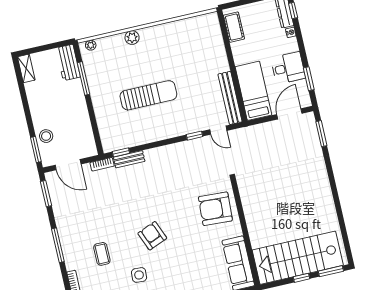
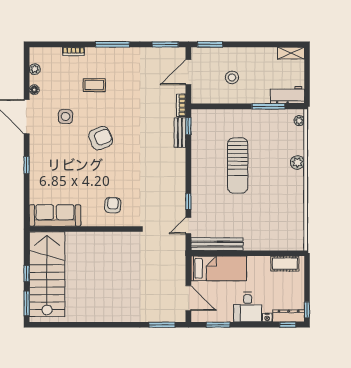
desk: (288, 68) -> (248, 307), moved
stool: (46, 136) -> (232, 77), moved
armchair: (215, 209) -> (113, 205), width x0.53, depth x0.53

